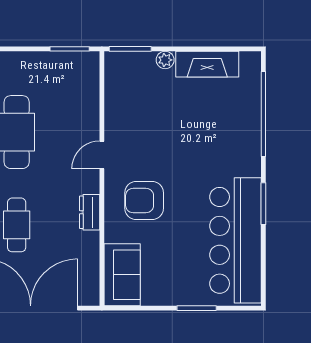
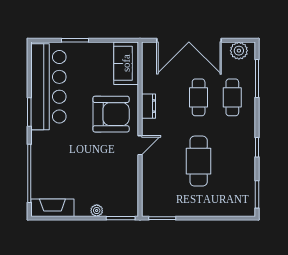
fireplace: (207, 64) -> (52, 208), moved
armchair: (144, 201) -> (111, 114), width x1.36, depth x1.36

